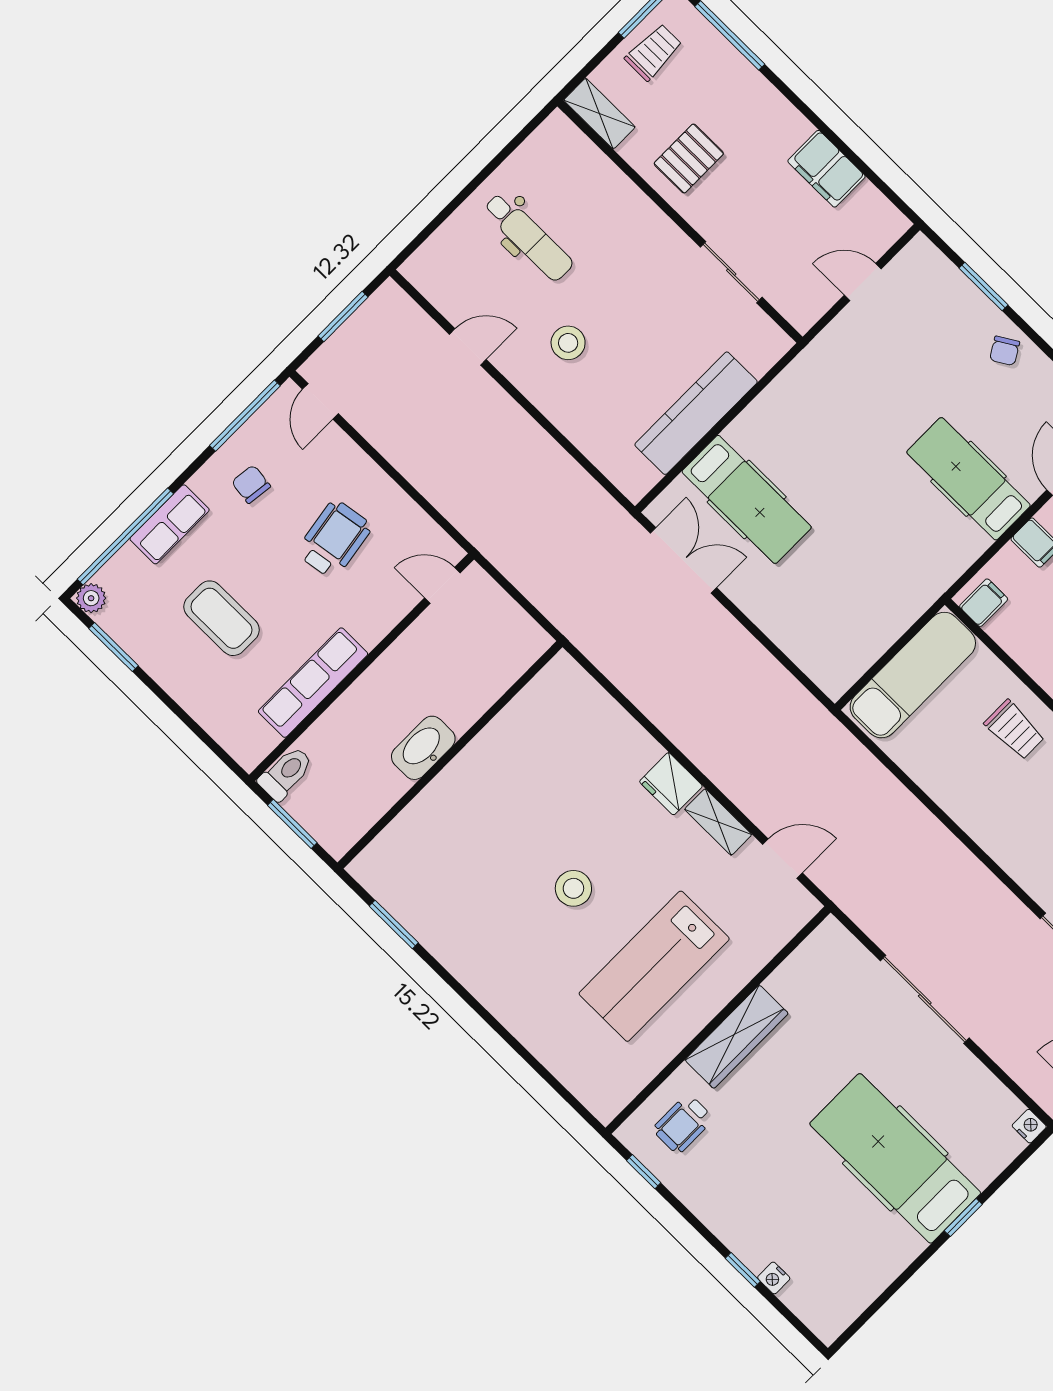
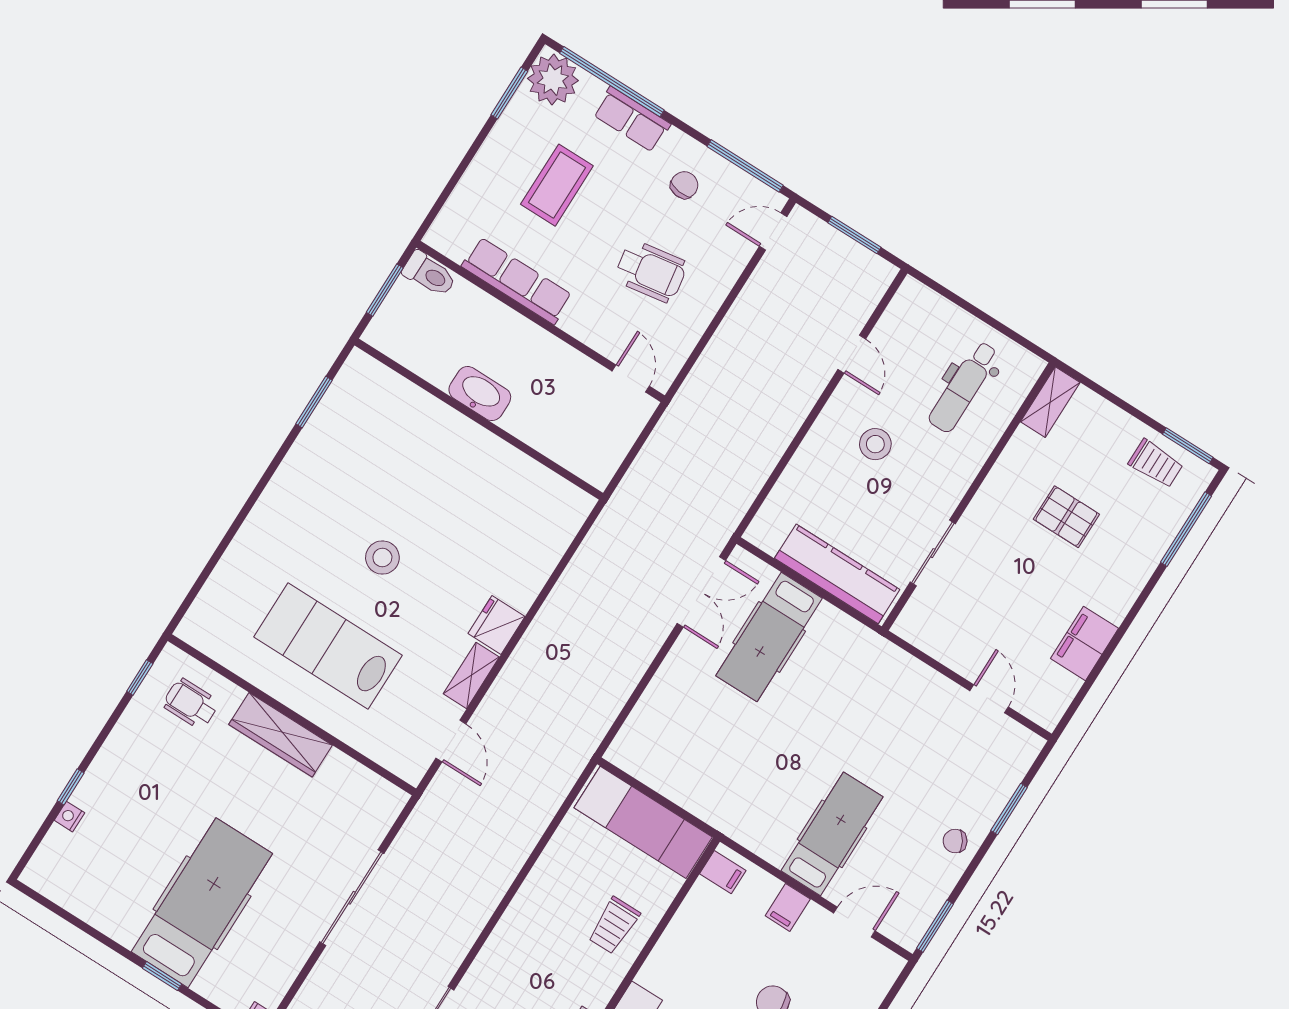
shelving: (599, 114) -> (1050, 402), moved
wall: (680, 221) -> (969, 496), moved
sliding door: (731, 272) -> (933, 553), moved
plant: (91, 598) -> (553, 79), width x1.88, depth x1.88

